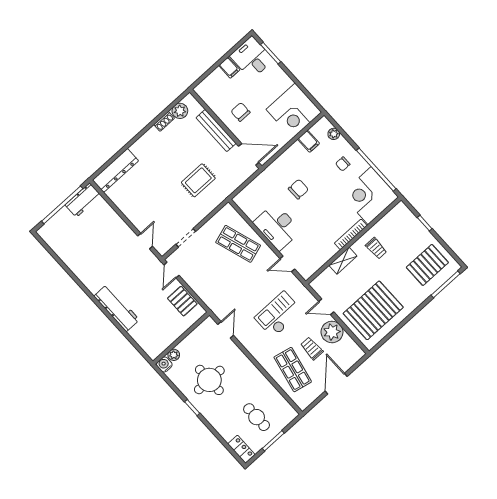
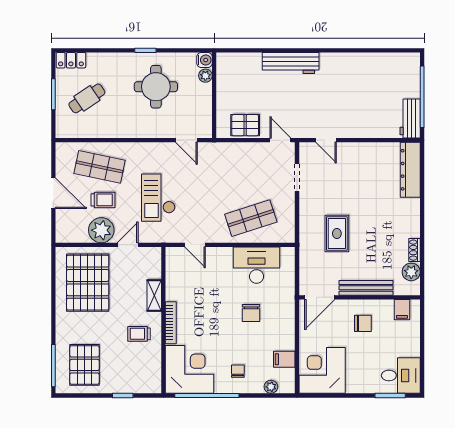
filing cabinet: (229, 68) -> (402, 310), moved, turned -90
desk: (277, 227) -> (257, 265), moved
door: (287, 264) -> (195, 245), swing flipped
checkout: (278, 315) -> (158, 198), turned 180
cafe table: (257, 417) -> (87, 98), turned -34

